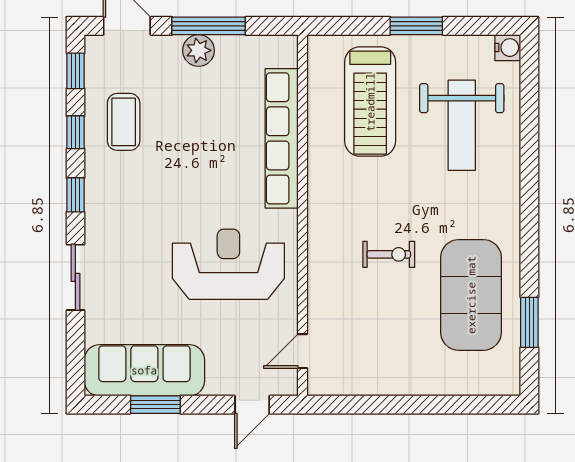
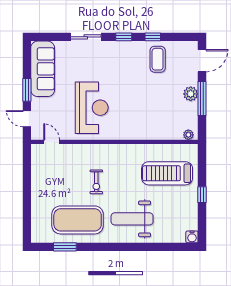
window: (416, 26) -> (202, 195), width x0.67
plant: (287, 55) -> (188, 135), added
window: (75, 71) -> (181, 37), removed
coffee table: (124, 122) -> (158, 59), turned 90
weight bench: (462, 125) -> (132, 219), moved
row of seats: (282, 138) -> (150, 132), removed
window: (155, 405) -> (27, 90), moved

